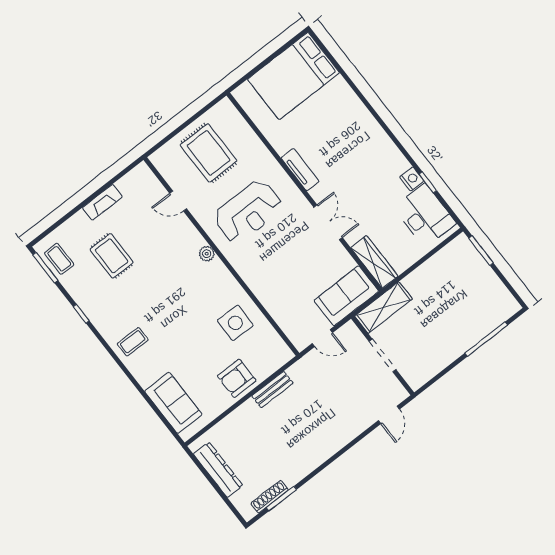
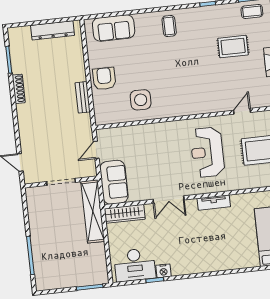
plant: (207, 254) -> (197, 109), removed
shelving: (383, 307) -> (93, 211), width x1.47
shoe rack: (270, 497) -> (19, 89), moved

